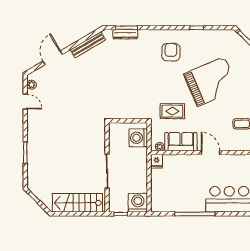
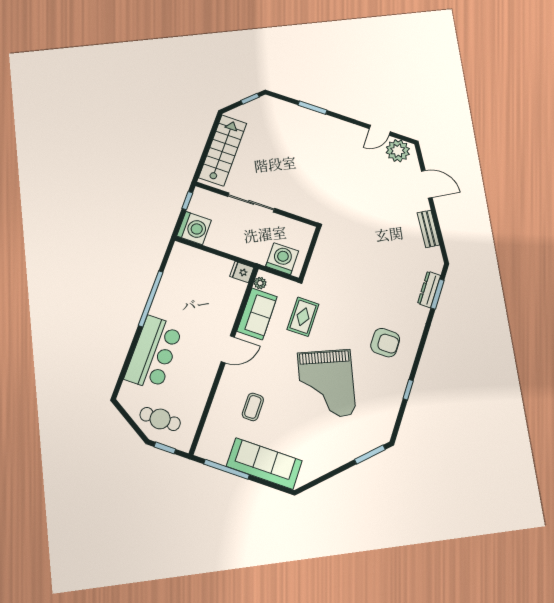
bench: (88, 45) -> (428, 229), width x0.73
plant: (32, 85) -> (398, 151), width x1.88, depth x1.88

